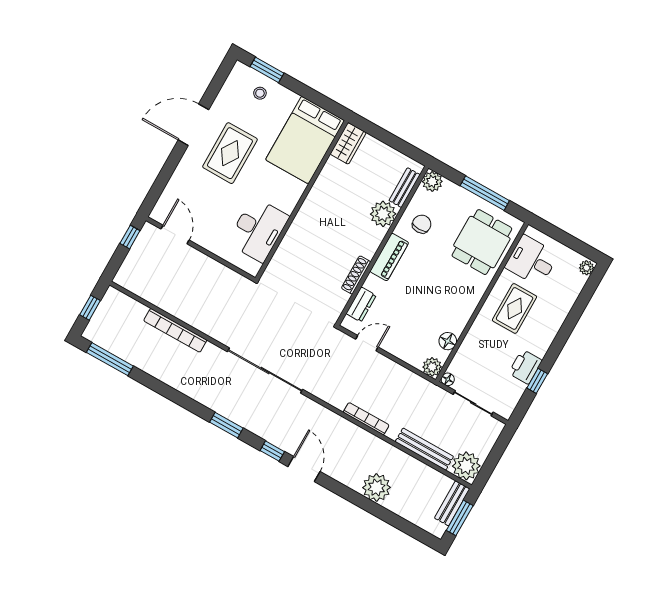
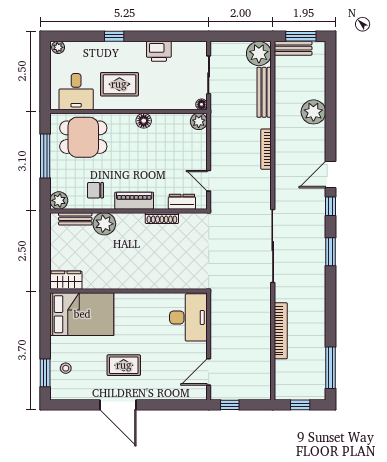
rug: (230, 153) -> (124, 365), width x0.73, depth x0.70
desk: (258, 230) -> (188, 317), moved, turned 90
floor lamp: (448, 341) -> (144, 121), moved
window: (537, 381) -> (114, 36), moved

